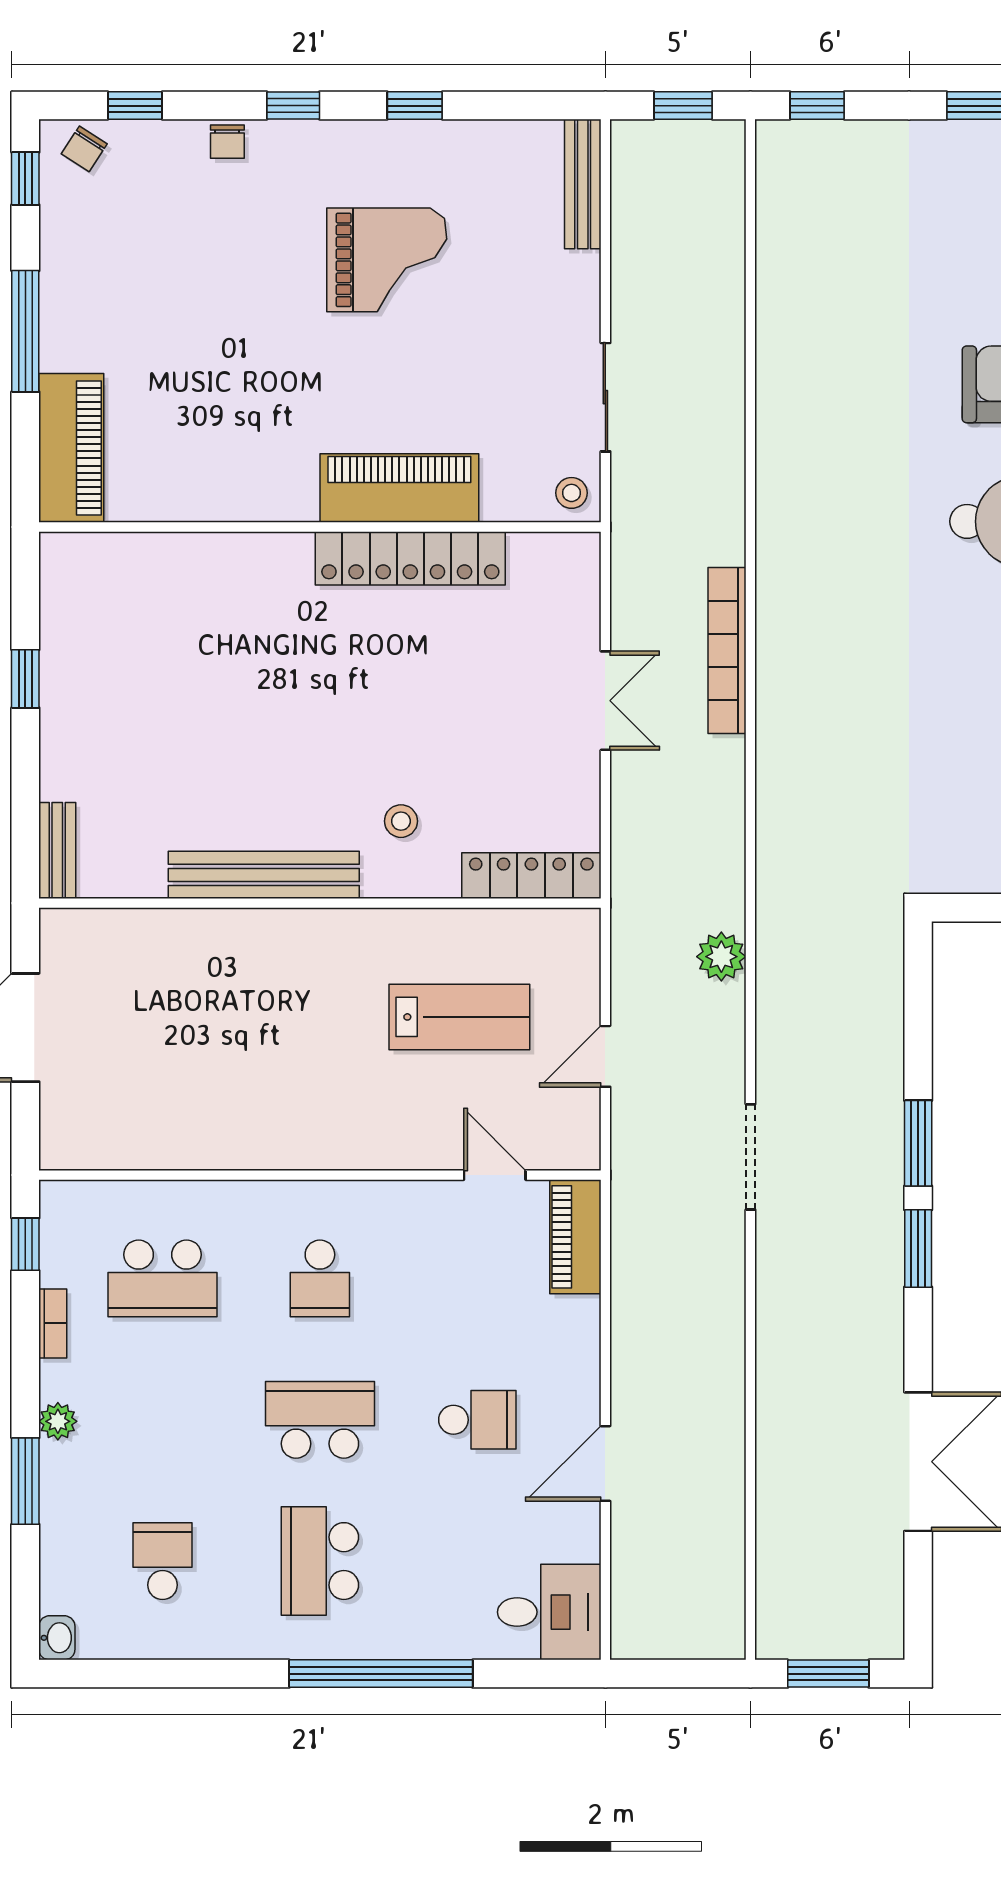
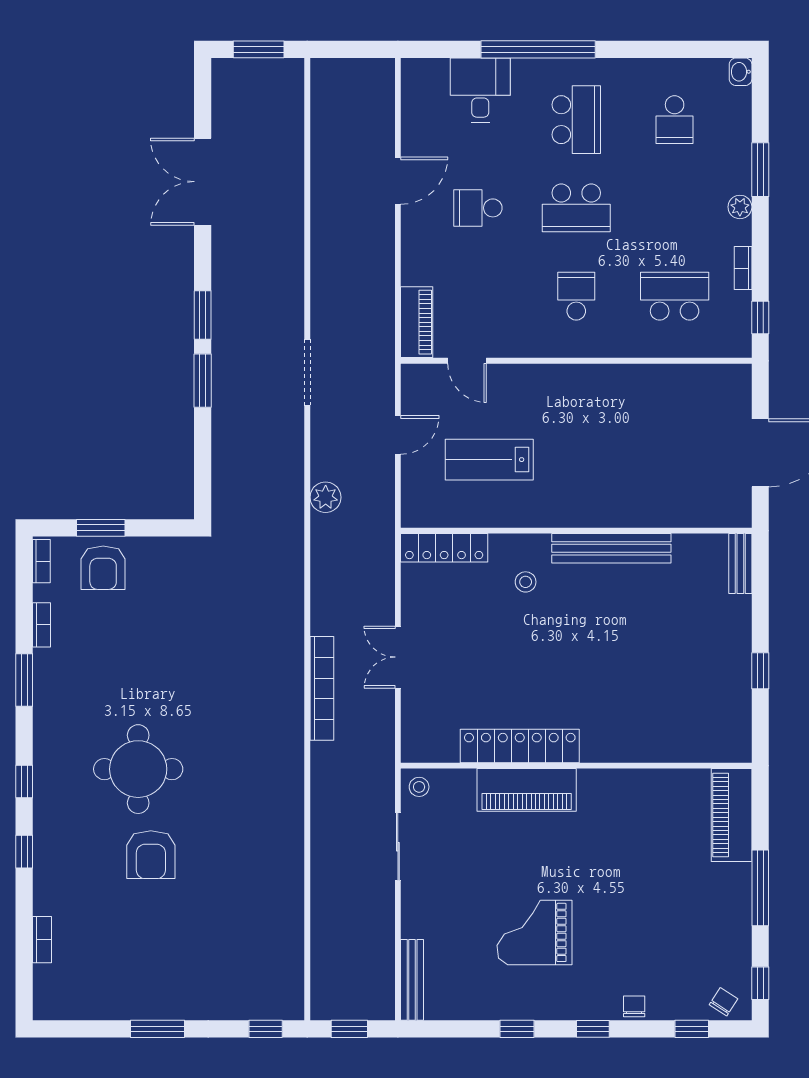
desk: (549, 1612) -> (480, 90), moved, turned 90

